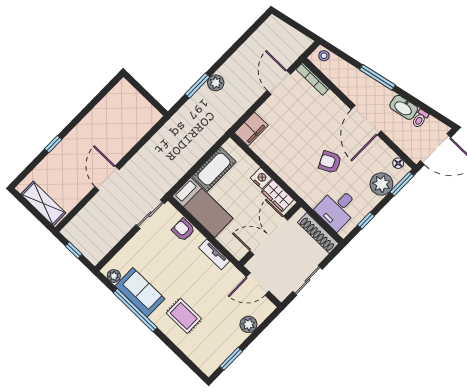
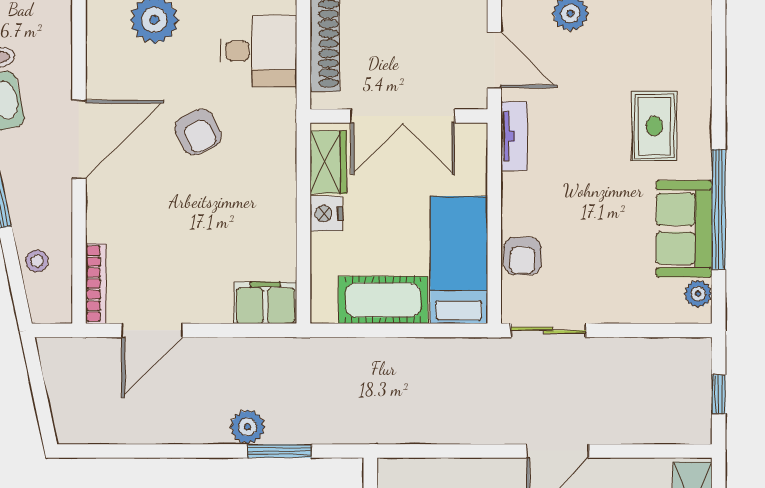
stool: (324, 56) -> (37, 261), moved
floor lamp: (398, 163) -> (97, 25), removed
tv unit: (214, 254) -> (514, 136), moved

